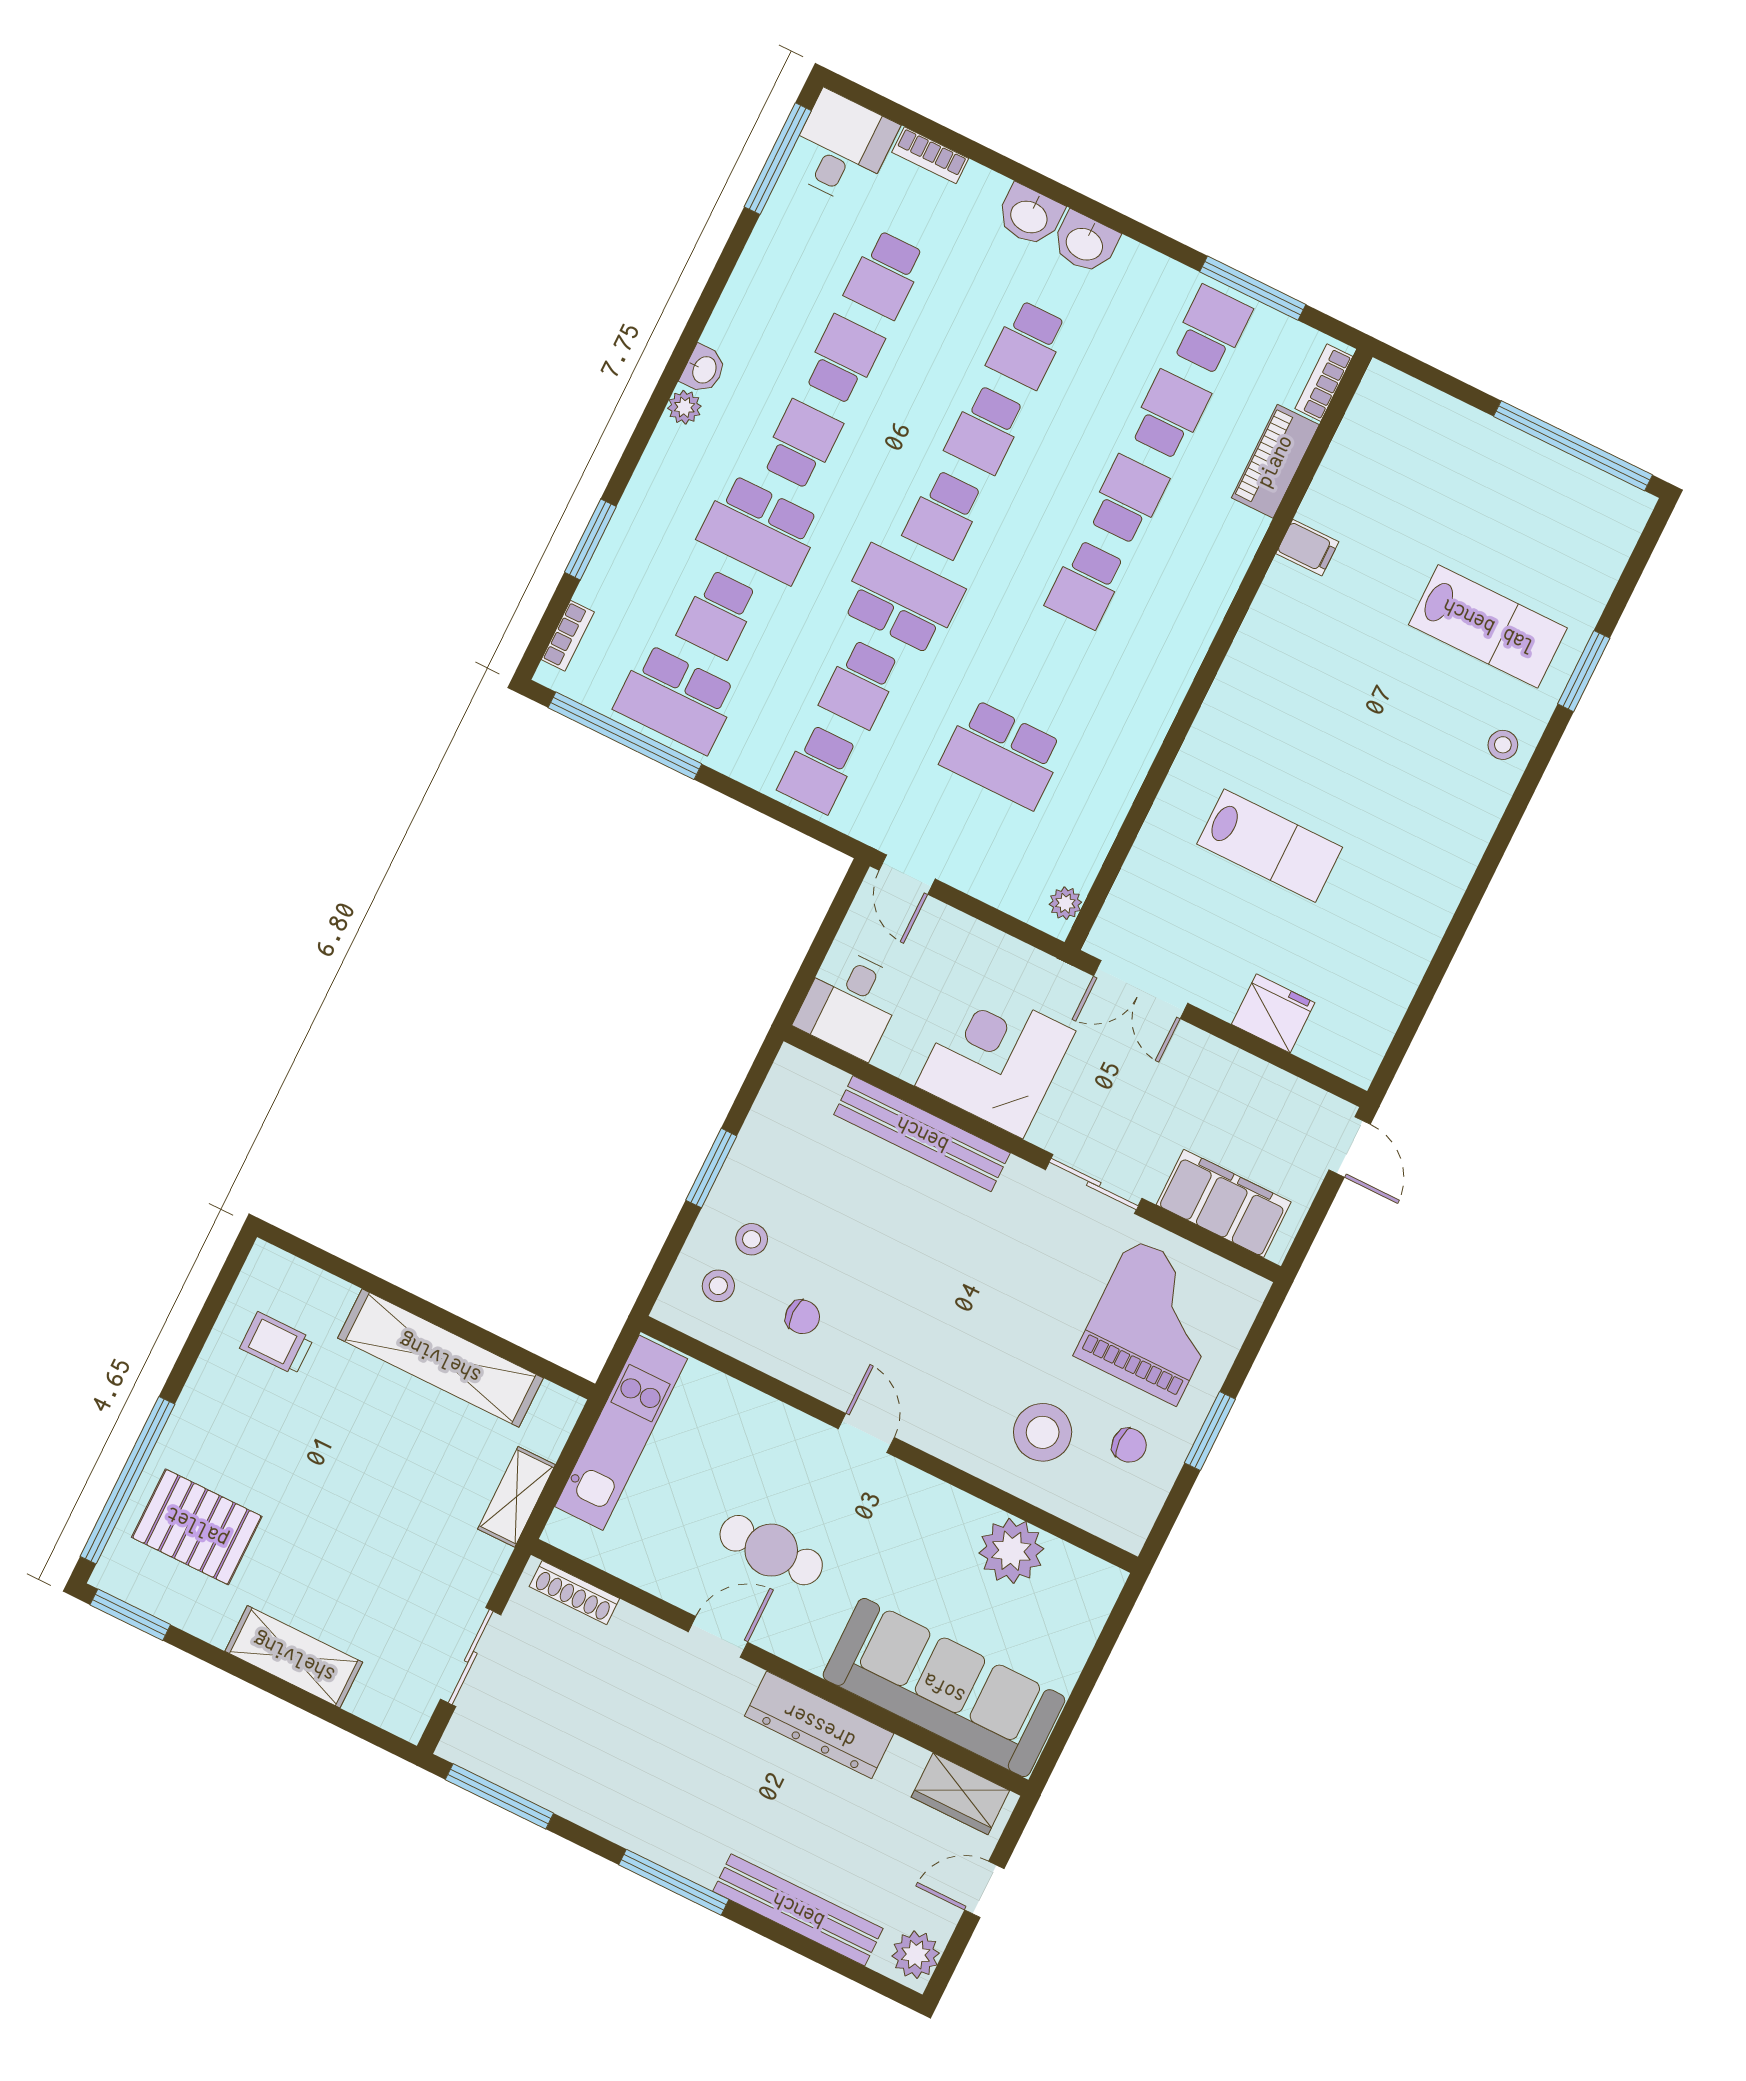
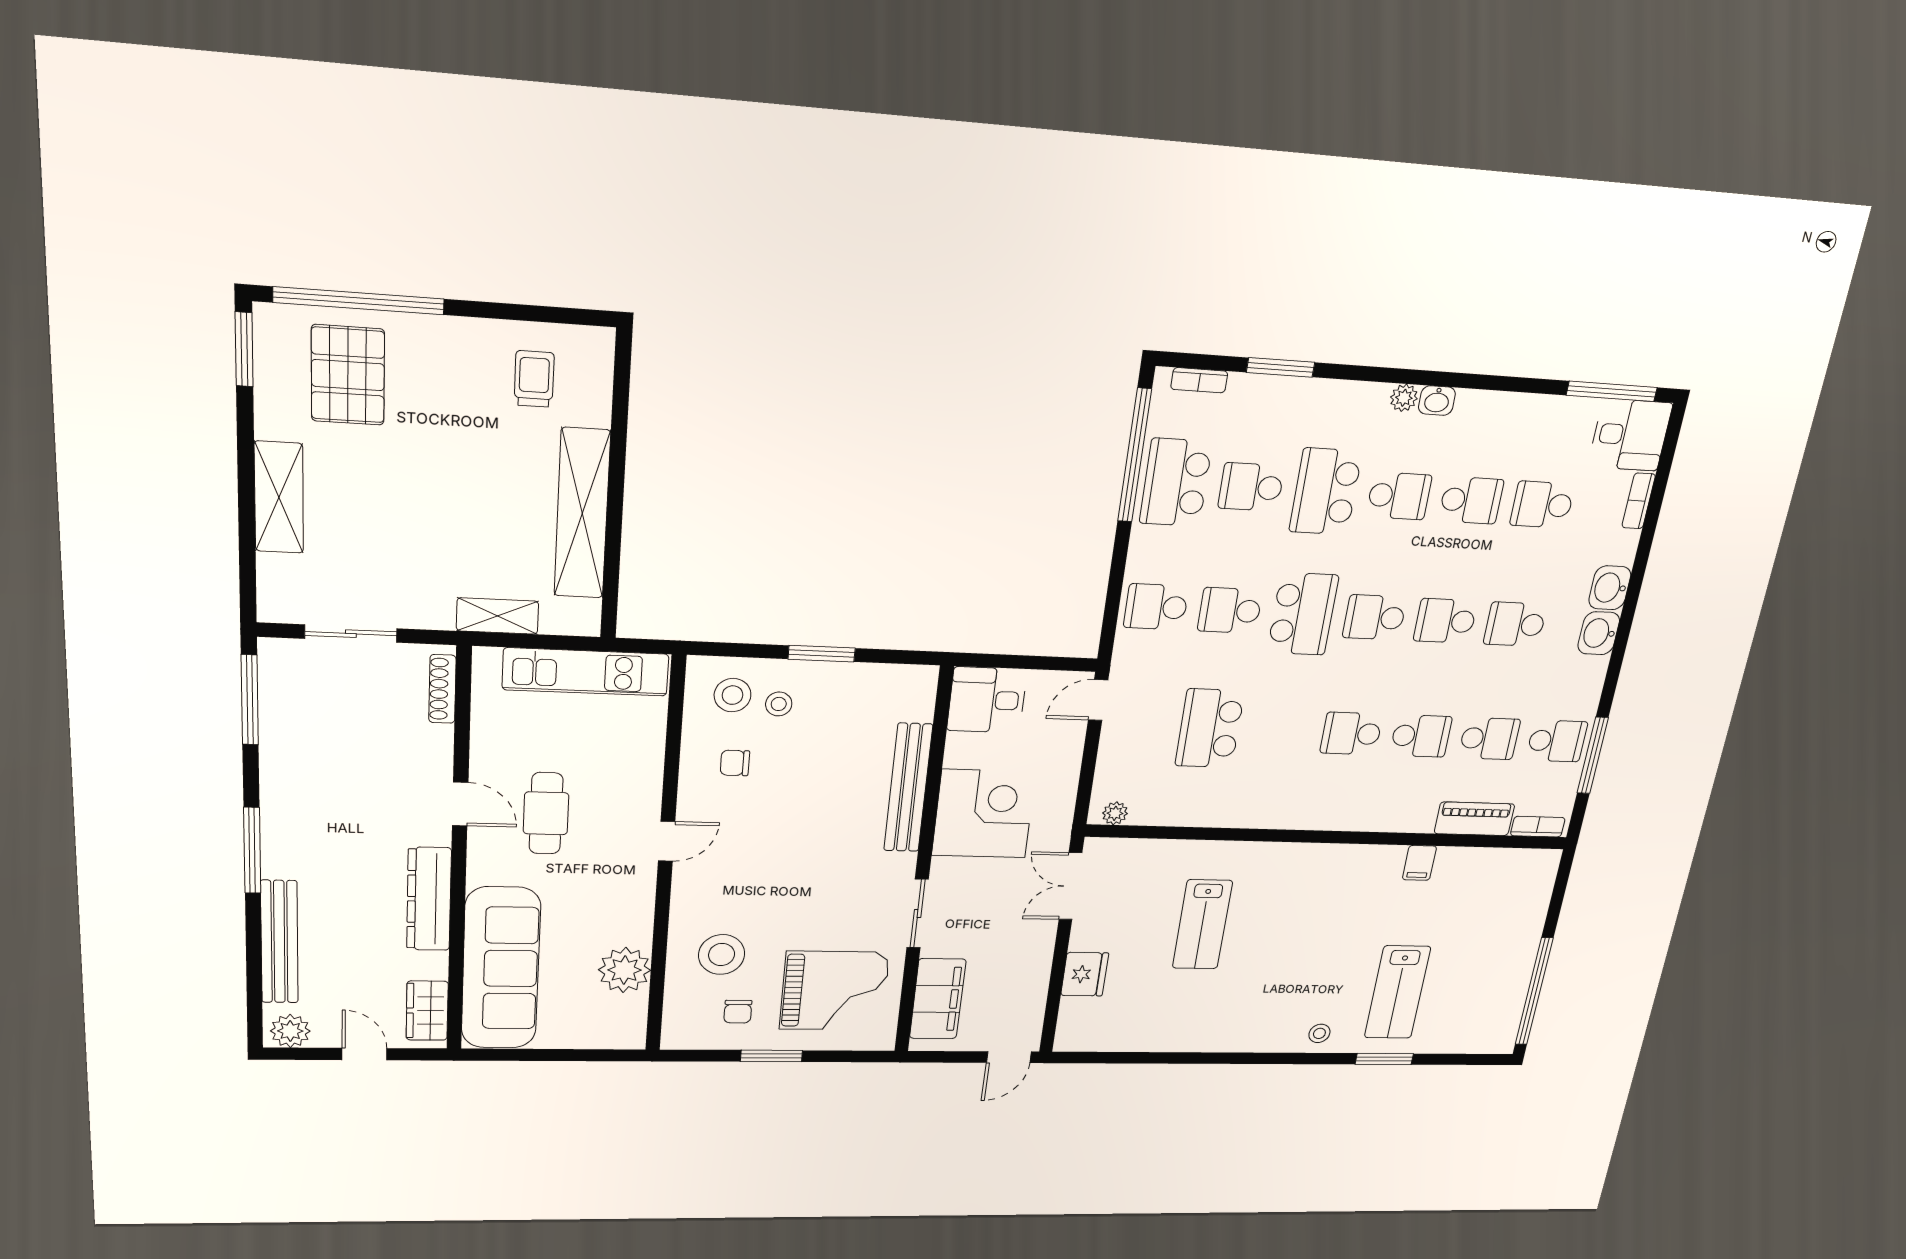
stool: (718, 1286) -> (733, 695), width x1.37, depth x1.37
chair: (802, 1317) -> (735, 763), turned 90

